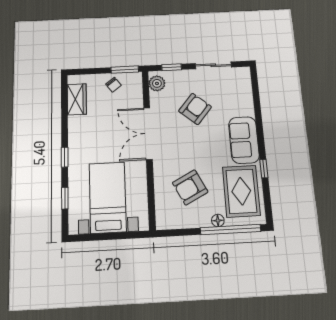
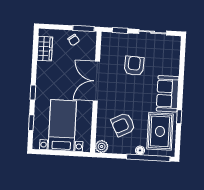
plant: (157, 83) -> (102, 146), moved
armchair: (195, 109) -> (134, 66), turned -37

